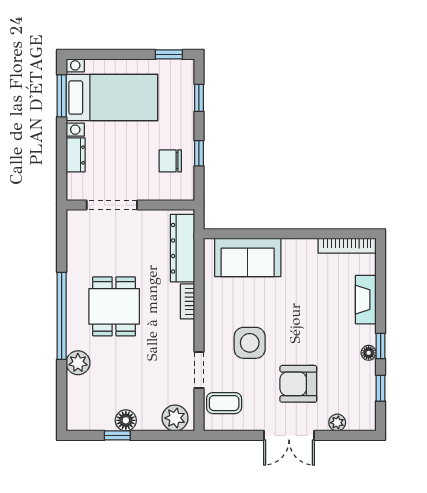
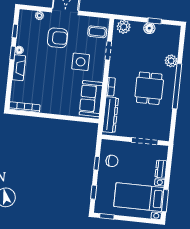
sofa: (248, 257) -> (91, 99), moved, turned -90
fireplace: (366, 300) -> (19, 68), moved

